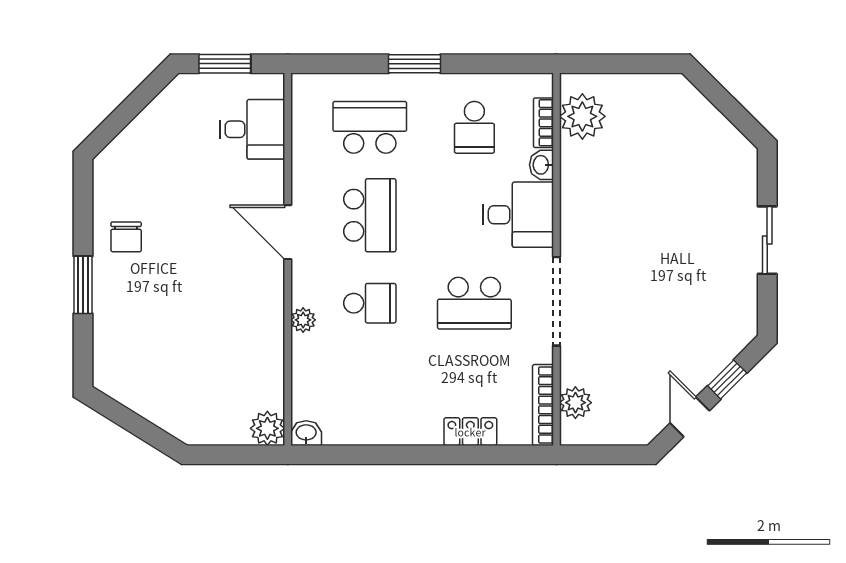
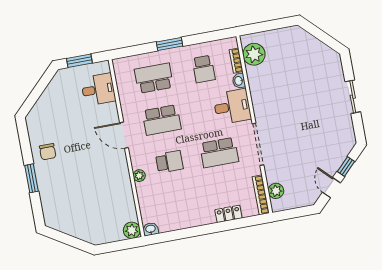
school desk: (370, 215) -> (162, 120), turned 90

